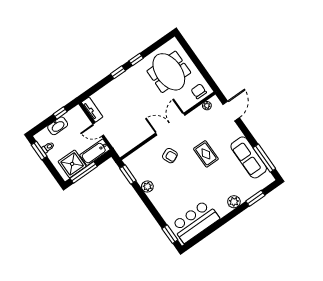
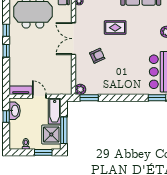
washbasin: (58, 126) -> (15, 111), moved
door: (98, 130) -> (39, 96), swing flipped
window: (39, 151) -> (43, 152), moved
plant: (147, 187) -> (80, 89), moved

